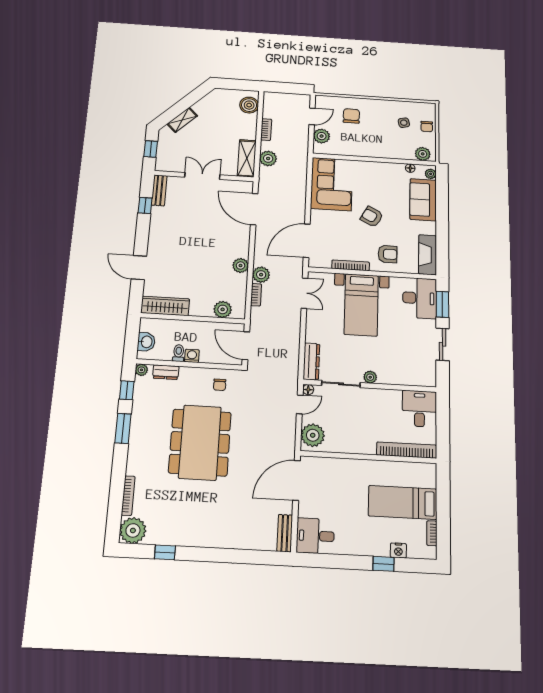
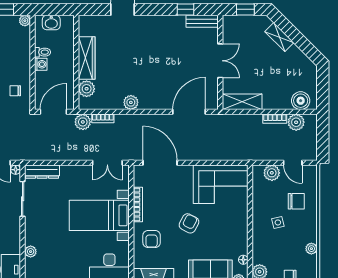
plant: (400, 106) -> (311, 249), added
side table: (404, 123) -> (278, 222), moved
plant: (268, 158) -> (296, 122), moved
plant: (261, 275) -> (83, 122), moved
wardrobe: (165, 306) -> (87, 58), moved
dresser: (166, 372) -> (24, 42), removed
plant: (370, 377) -> (31, 252), moved

